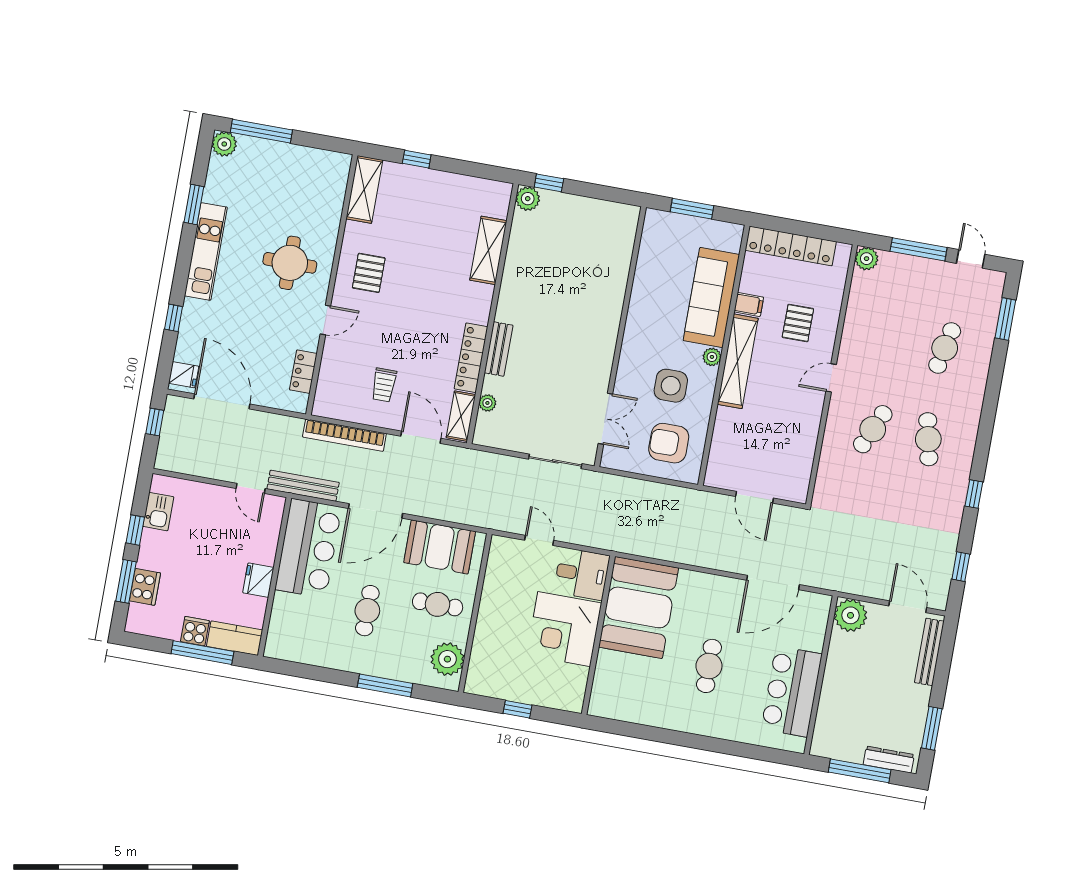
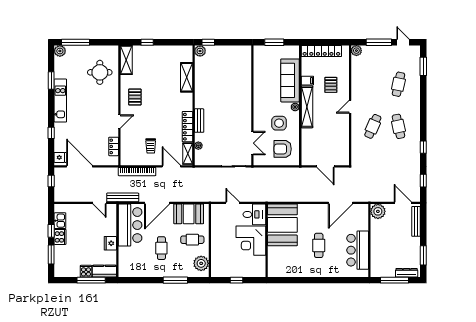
round table: (290, 263) -> (100, 72), moved
cooker: (145, 587) -> (60, 237), moved

